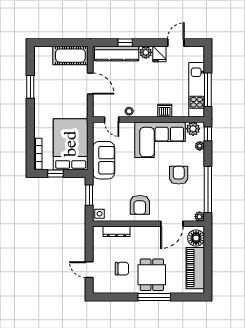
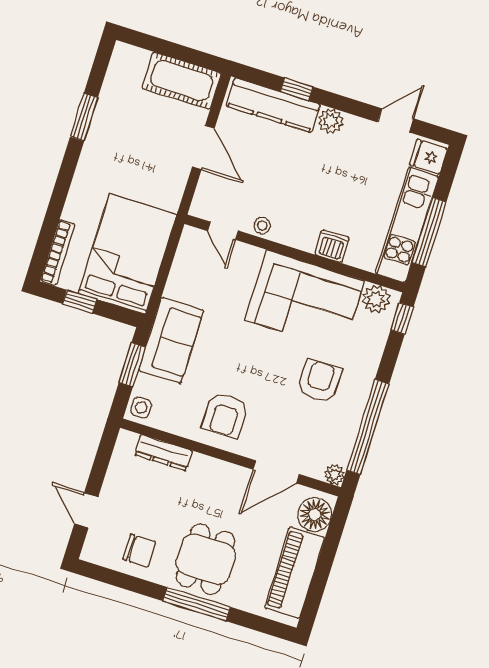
fridge: (159, 54) -> (428, 157), moved, turned 90
plant: (200, 146) -> (379, 337), removed
sofa: (104, 160) -> (171, 340), moved
chair: (122, 269) -> (139, 551), moved

